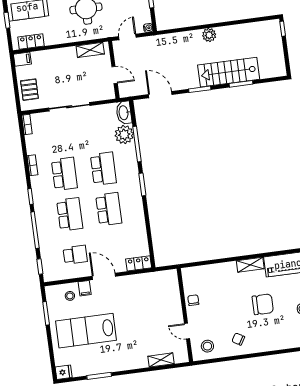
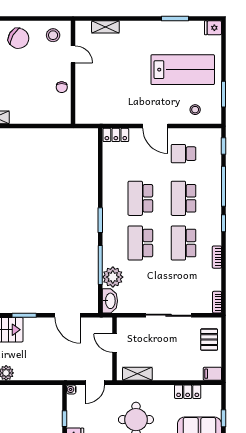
locker: (31, 41) -> (188, 392), moved
filing cabinet: (85, 288) -> (178, 116), removed
chair: (238, 339) -> (18, 38), width x1.87, depth x1.87

